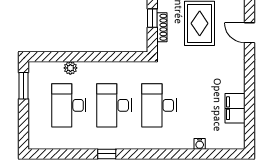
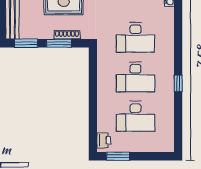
window: (152, 18) -> (59, 43), width x1.50
plant: (70, 68) -> (103, 115), removed
printer: (42, 69) -> (104, 140), added

